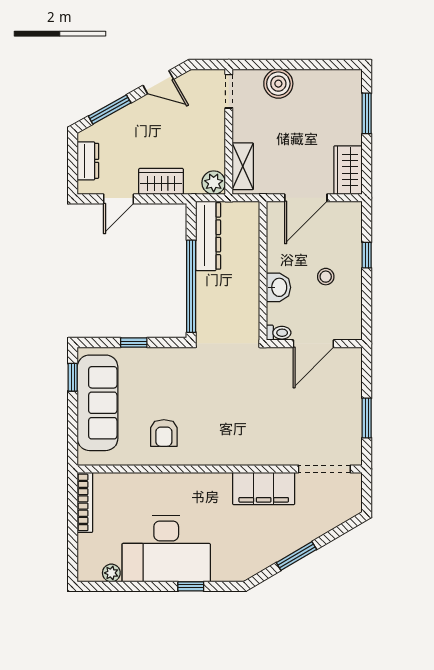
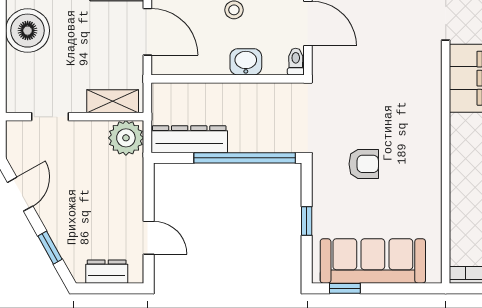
boiler: (278, 84) -> (28, 31), moved, width x1.37, depth x1.37
doorway: (229, 91) -> (50, 117), moved
window: (110, 109) -> (50, 248), width x0.67
wardrobe: (161, 181) -> (129, 191), removed
plant: (214, 183) -> (126, 138), width x1.36, depth x1.36
armchair: (164, 433) -> (364, 164), moved

